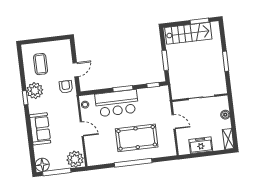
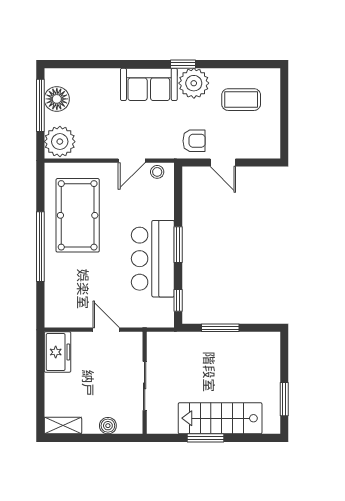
stairs: (188, 33) -> (220, 418), moved, turned 90
bar counter: (117, 103) -> (153, 259), moved
door: (174, 122) -> (106, 330), swing flipped
sofa: (40, 129) -> (149, 84), moved
door: (82, 129) -> (132, 161), moved
pool table: (137, 138) -> (78, 215), moved
freezer: (201, 145) -> (58, 352), moved
floor lamp: (42, 165) -> (57, 99), moved

